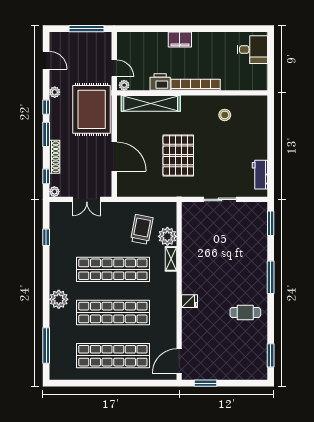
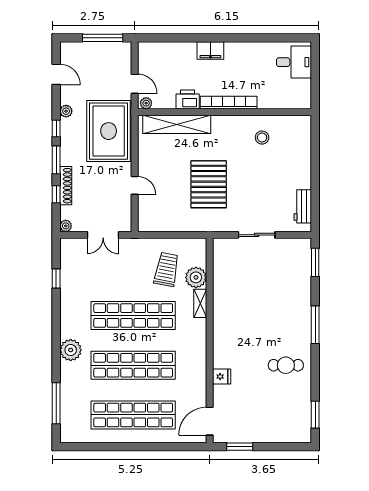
door: (114, 156) -> (135, 185), width x0.53
window: (46, 176) -> (56, 194), moved
fridge: (190, 301) -> (222, 376), moved

